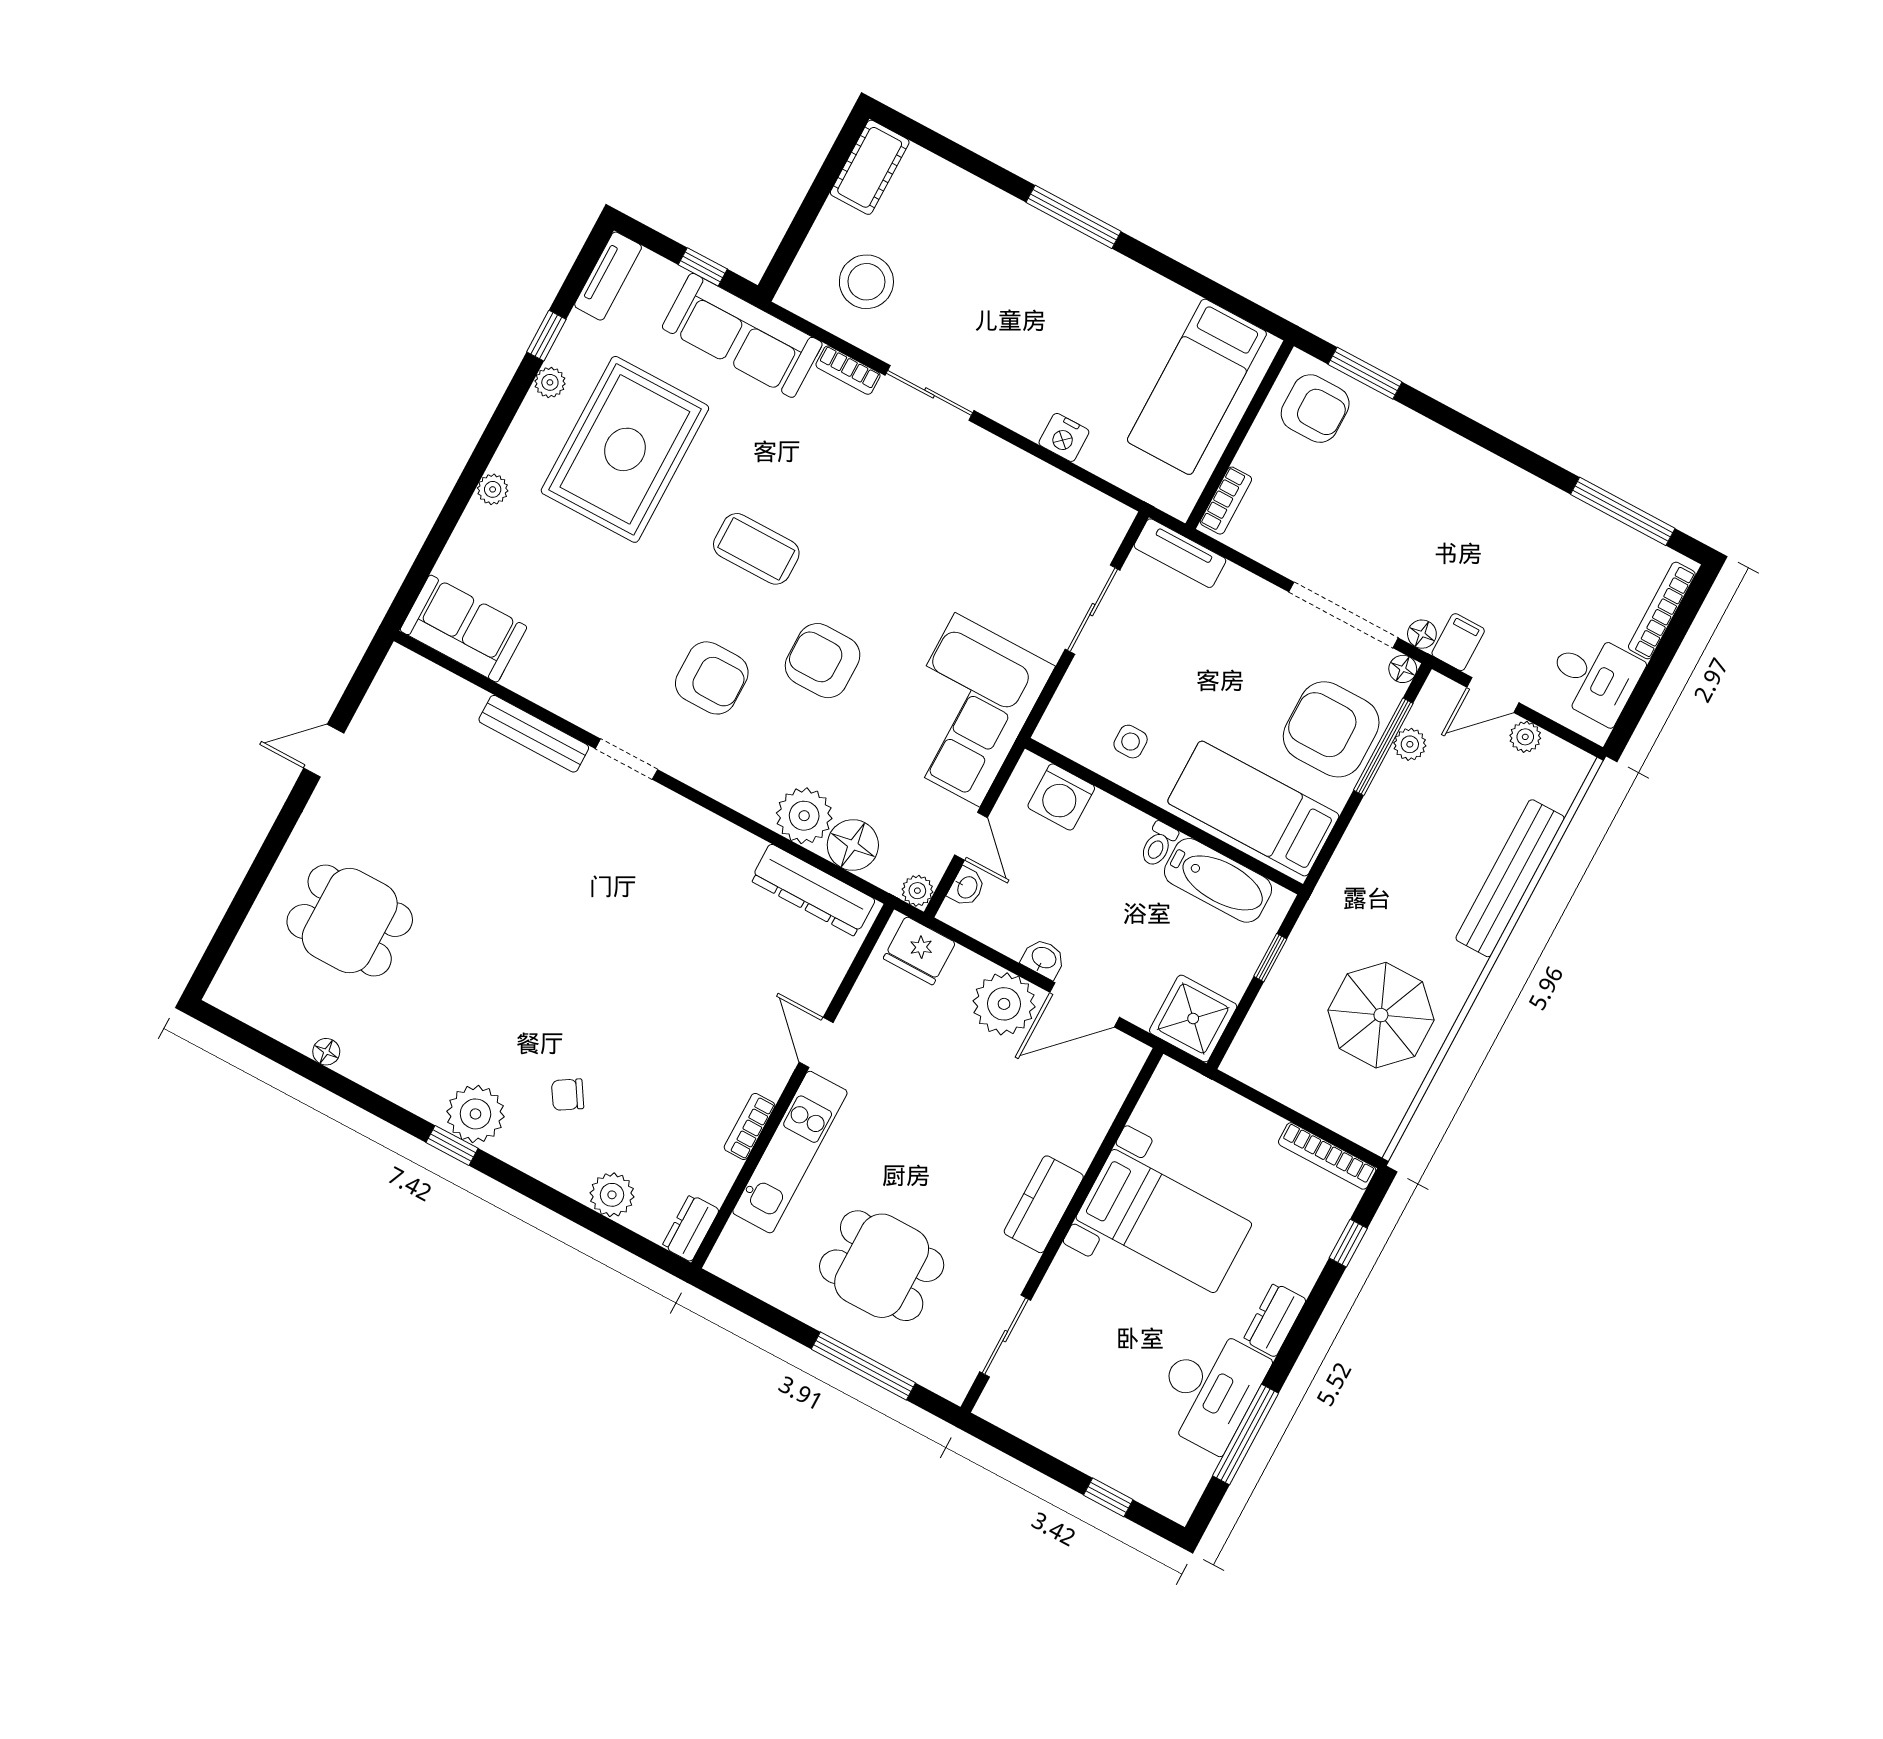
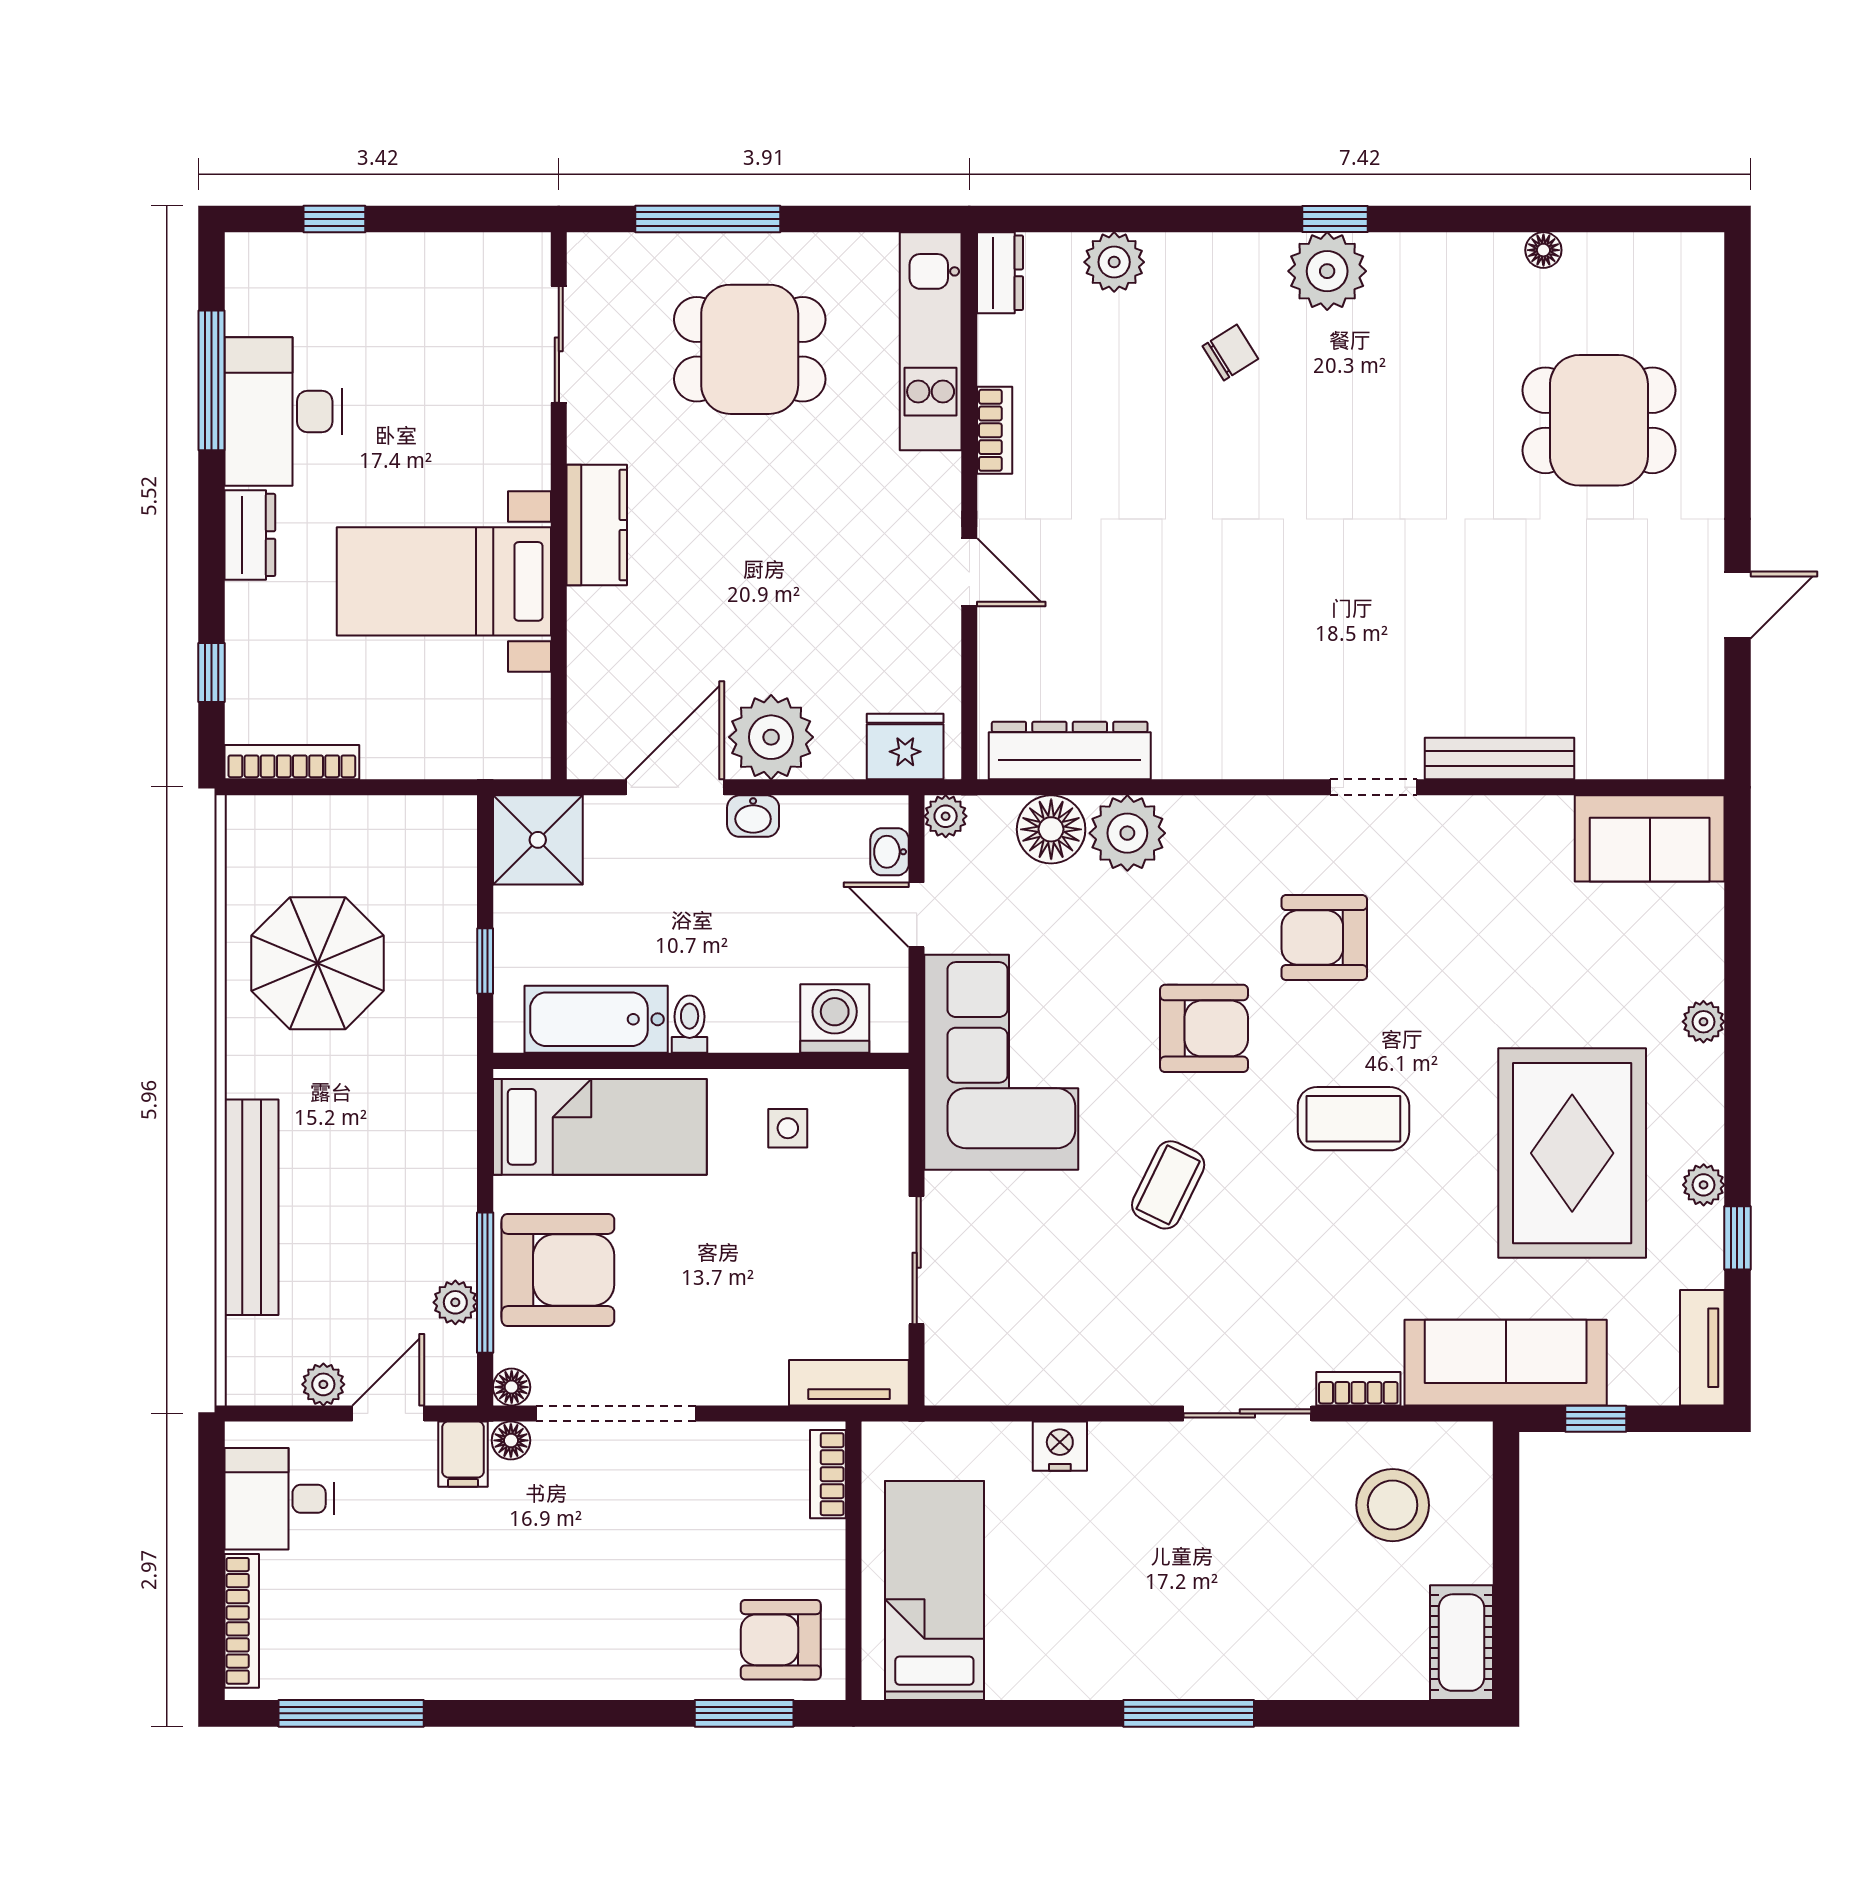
coffee table: (901, 571) -> (1168, 1185), added
kitchen unit: (790, 1152) -> (931, 341), moved

